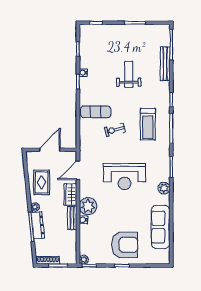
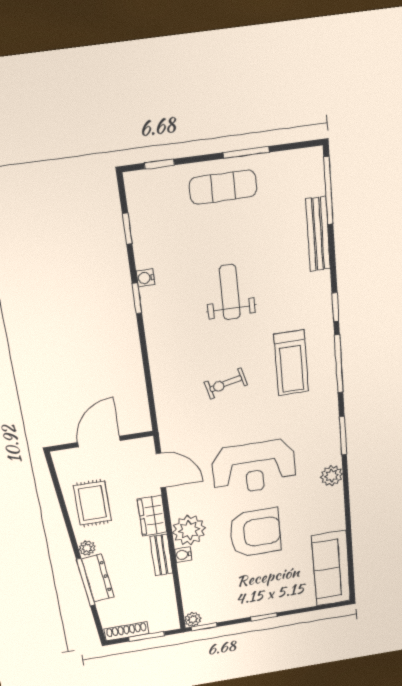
weight bench: (129, 74) -> (230, 292), moved
exercise mat: (96, 112) -> (223, 187), moved
door: (78, 170) -> (161, 470), swing flipped
sofa: (161, 227) -> (331, 568), moved
armchair: (125, 245) -> (255, 533), moved

